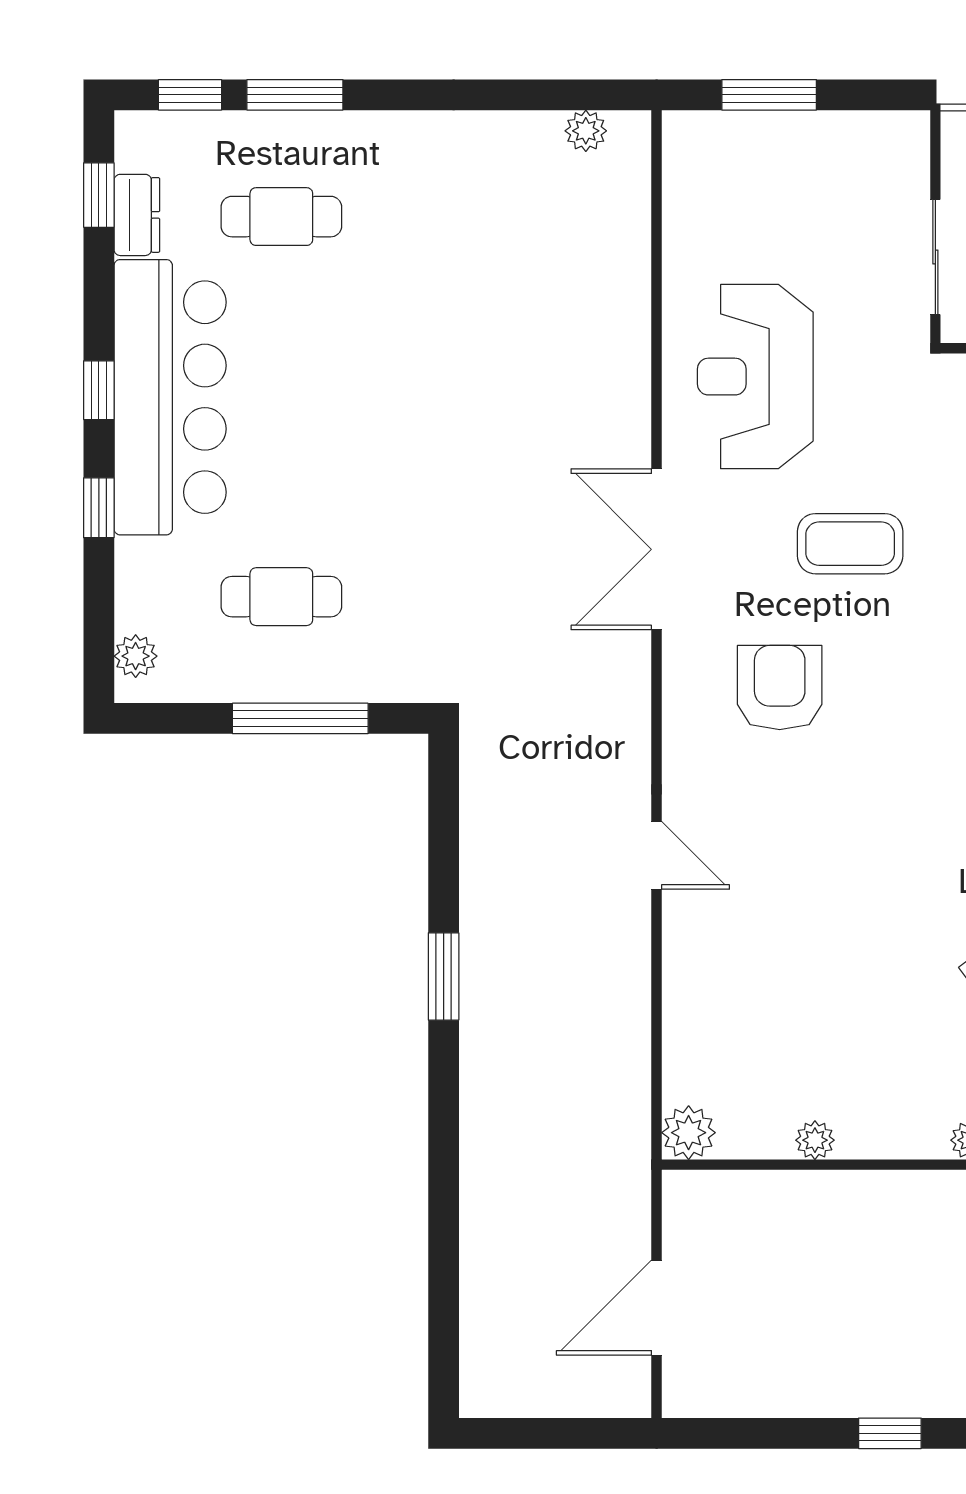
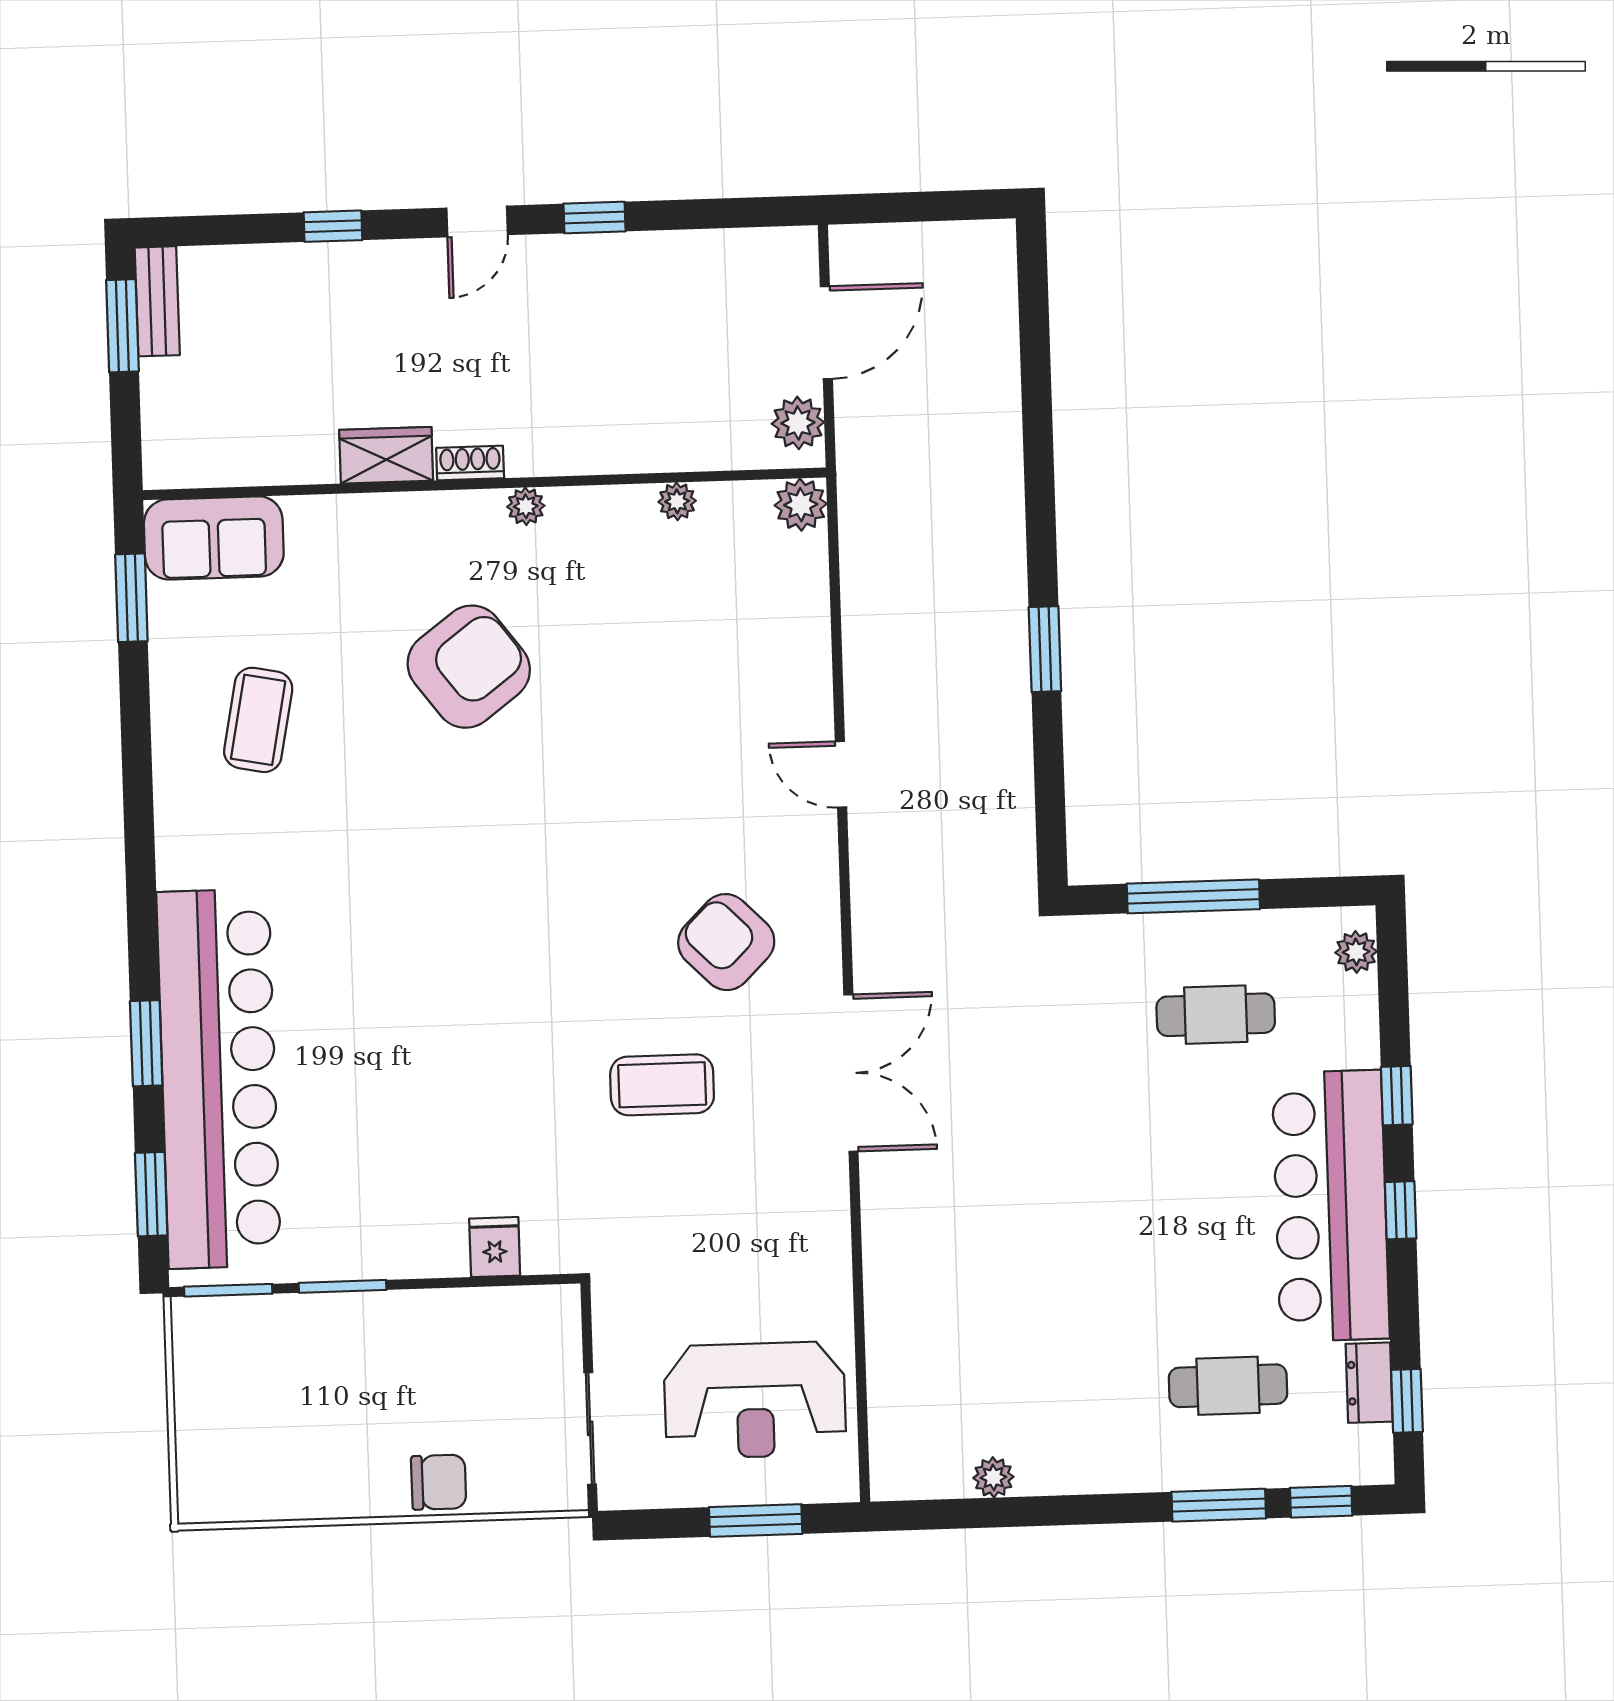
plant: (586, 131) -> (993, 1477), moved
sliding door: (935, 257) -> (590, 1428), moved
reception desk: (755, 377) -> (755, 1400), moved, turned 90
armchair: (780, 688) -> (726, 942), turned 135
plant: (689, 1216) -> (798, 423), added

